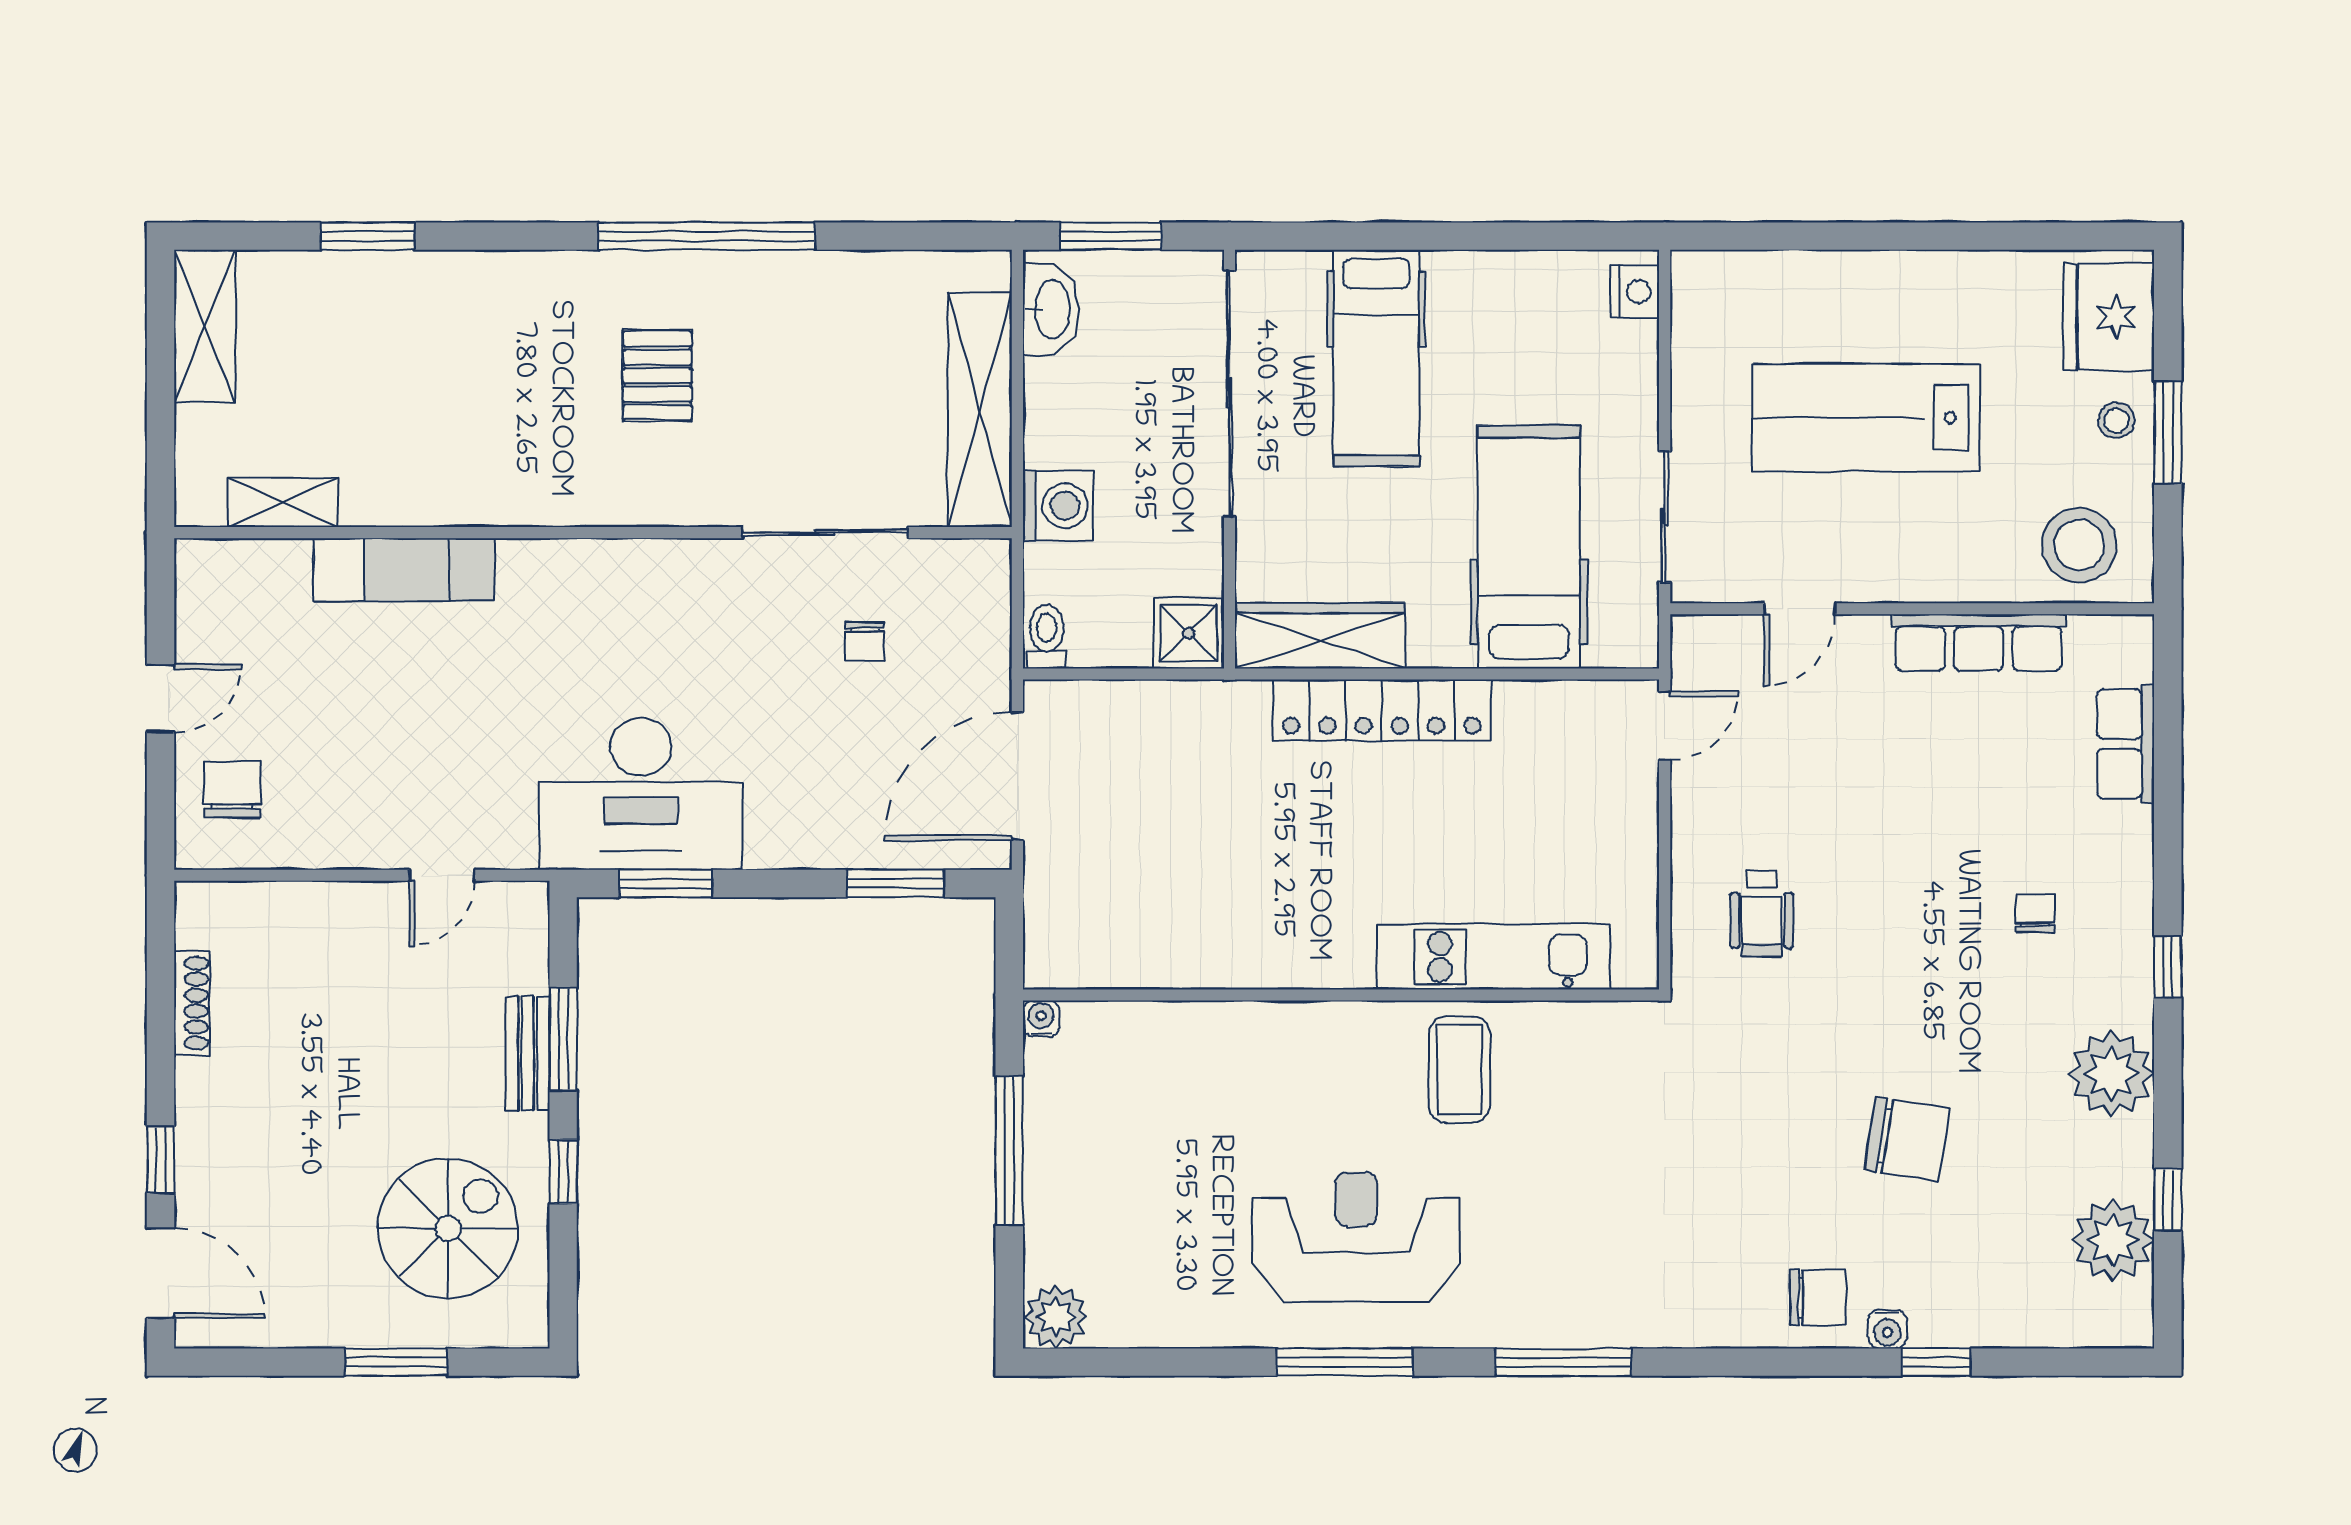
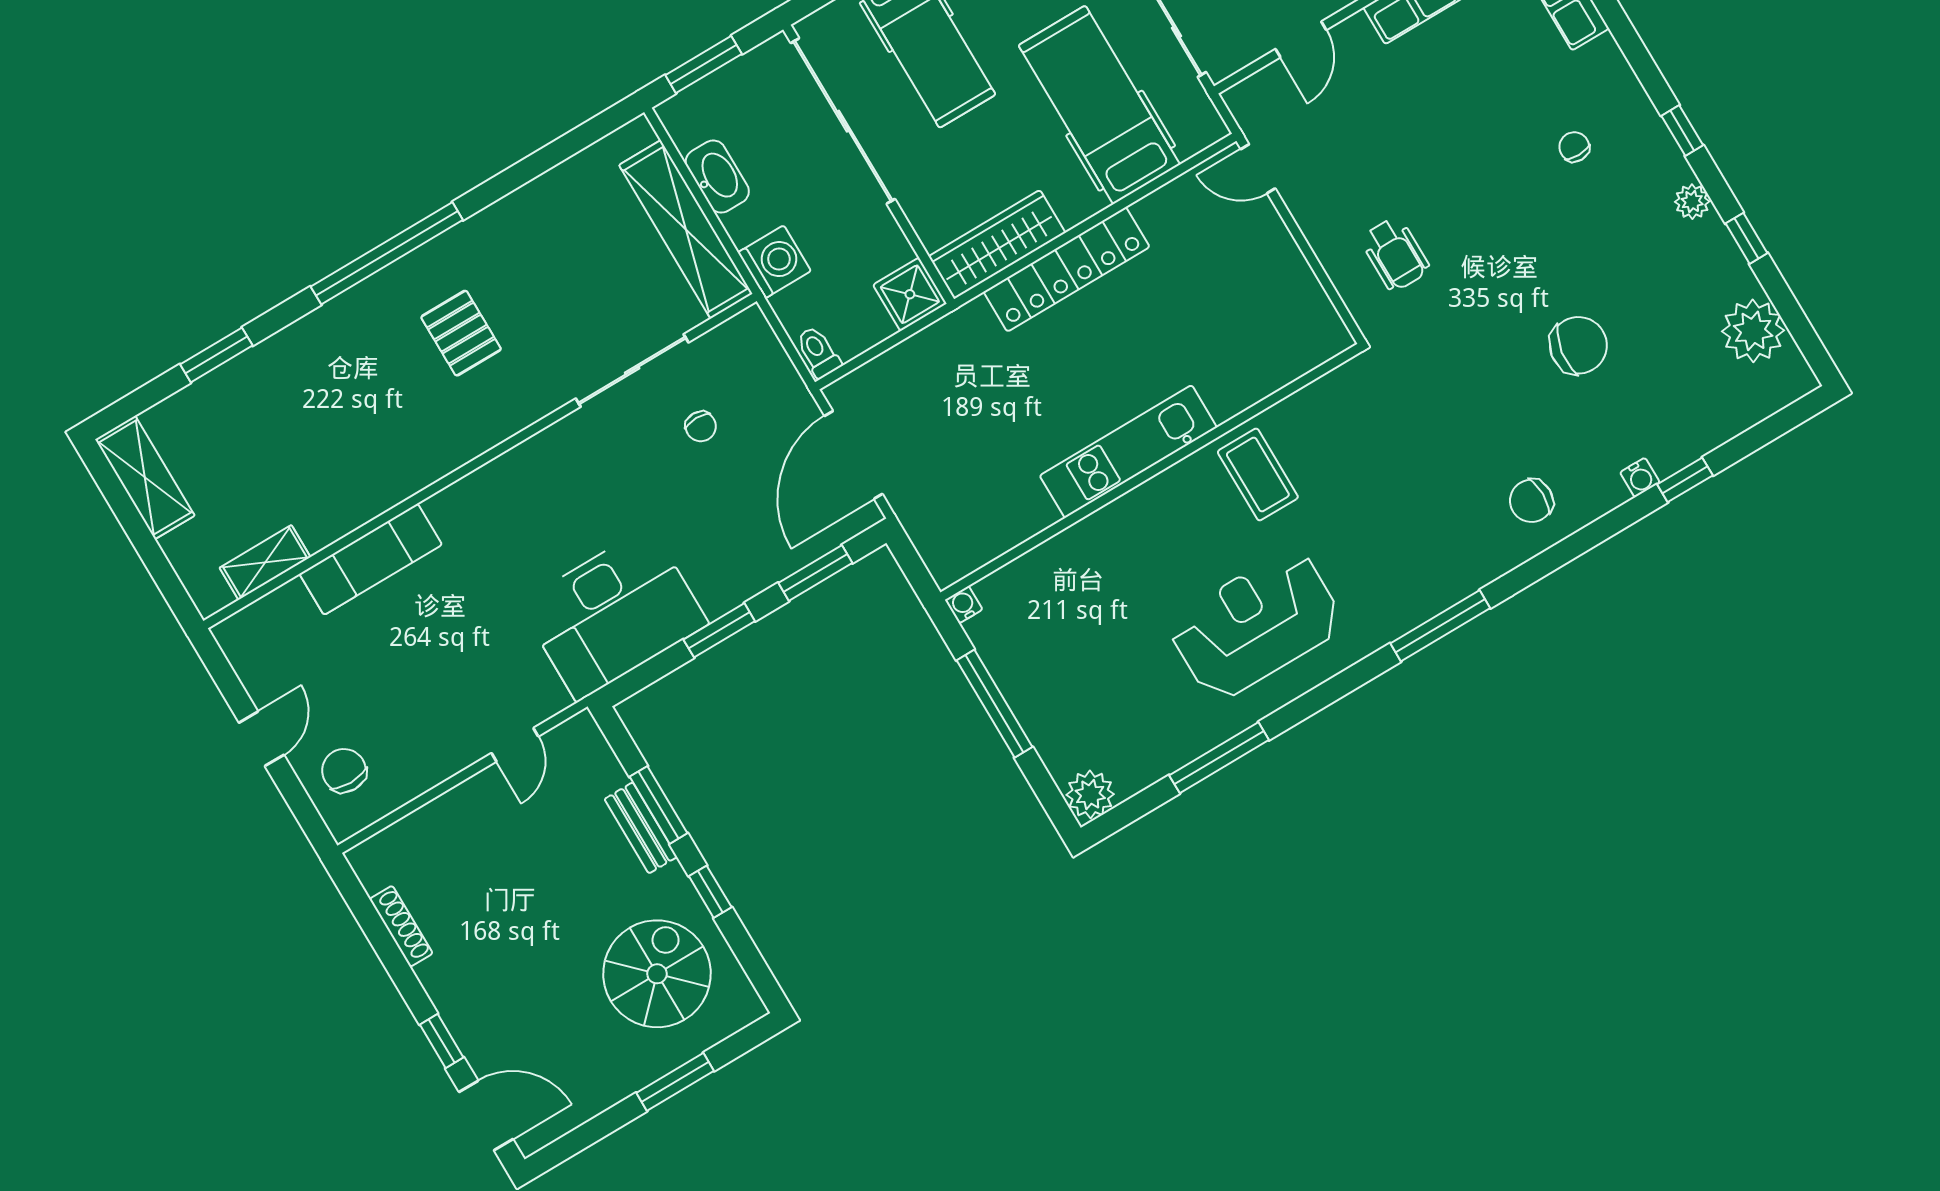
window: (706, 236) -> (387, 253), moved
washbasin: (1051, 309) -> (717, 177), moved
door: (1665, 726) -> (1258, 169), swing flipped
window: (666, 883) -> (719, 630), moved
kitchen unit: (1493, 957) -> (1128, 452), moved
plant: (2111, 1074) -> (1692, 202), width x0.53, depth x0.53
window: (2168, 1200) -> (1746, 238), moved
chair: (1817, 1298) -> (1531, 501), moved, turned 180
window: (1345, 1362) -> (1219, 758), moved

